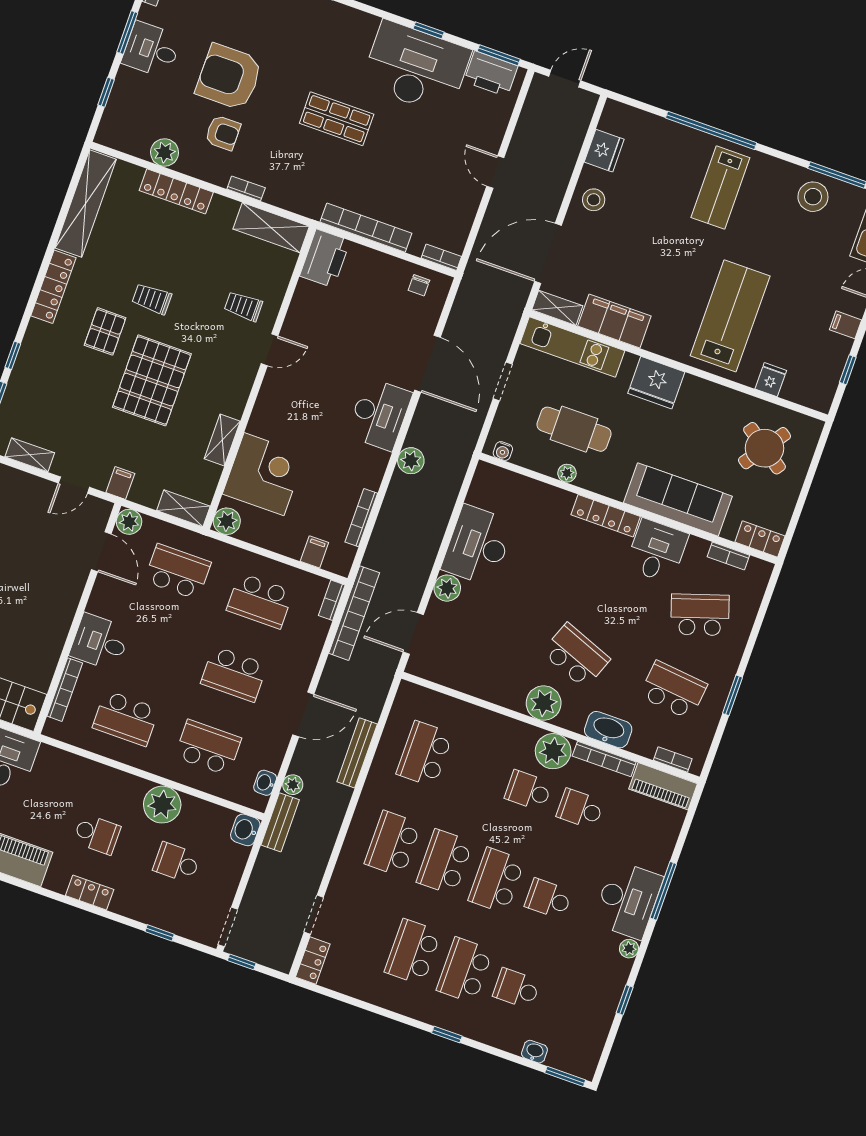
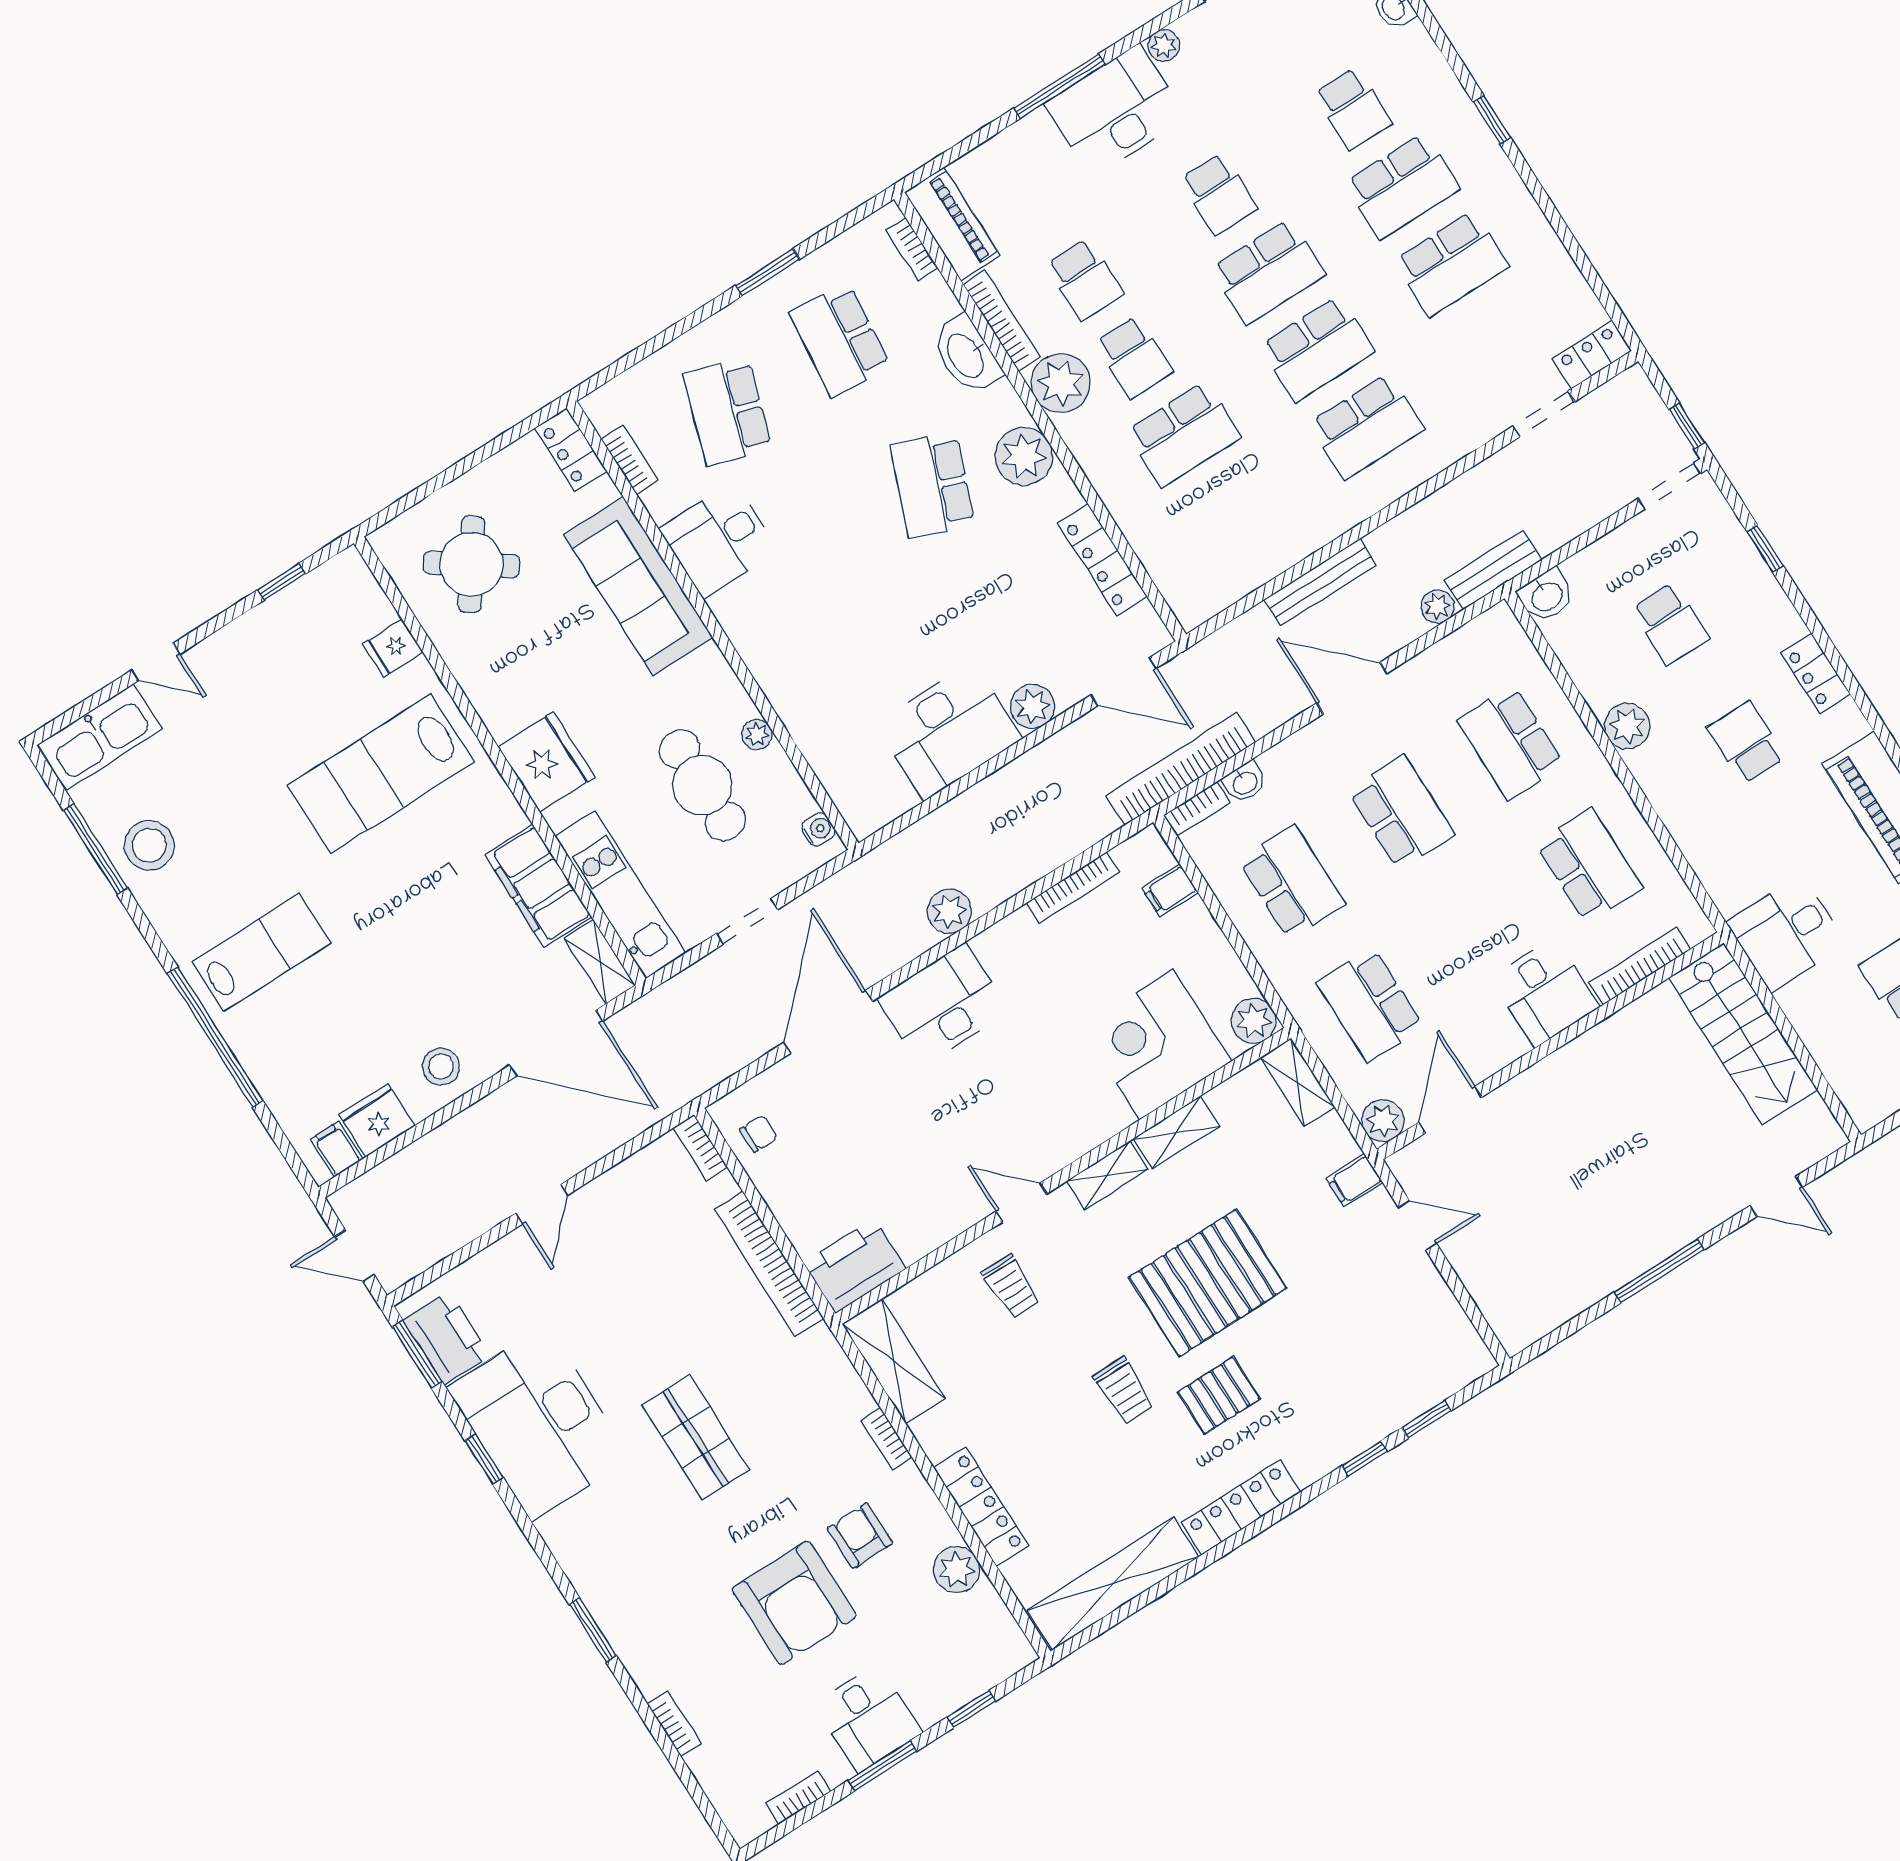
filing cabinet: (846, 325) -> (336, 1149), moved, turned 180
shelving: (30, 455) -> (1107, 1175), moved, turned 90
locker: (606, 516) -> (1103, 560), moved, turned 180
school desk: (700, 615) -> (728, 412), turned 36
school desk: (425, 754) -> (1183, 434), moved
washbasin: (265, 783) -> (1245, 782), moved
plant: (162, 805) -> (1627, 726), width x0.73, depth x0.73

